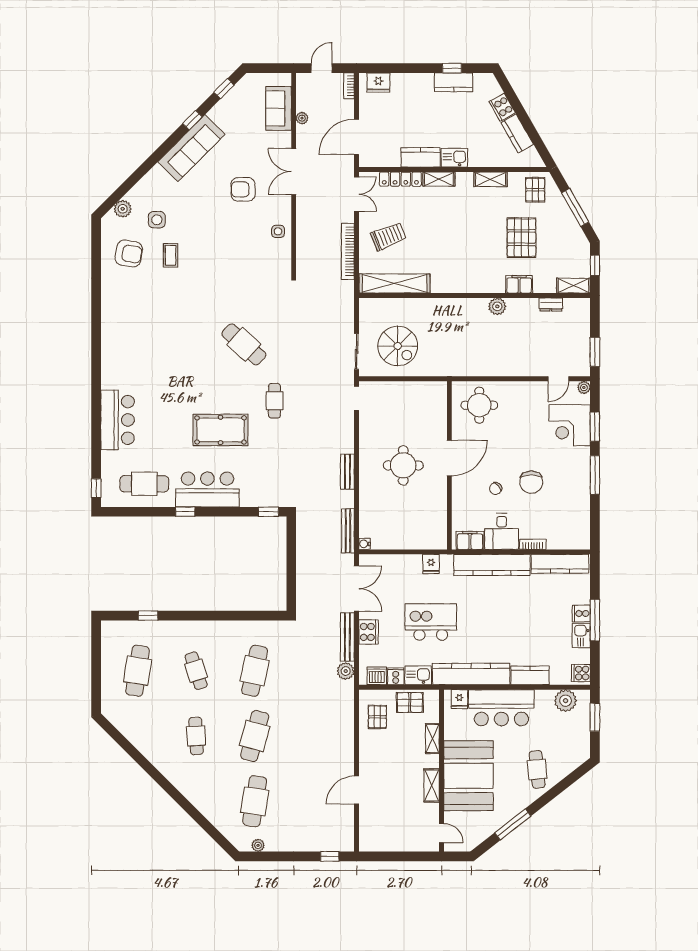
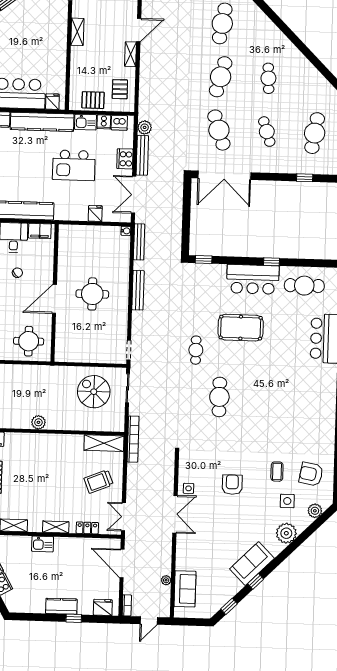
window: (452, 68) -> (74, 618), moved
kitchen counter: (454, 82) -> (61, 606), moved
door: (357, 137) -> (122, 564), swing flipped
sofa: (191, 148) -> (252, 564), width x0.73
kitchen counter: (421, 157) -> (70, 545), removed
double door: (294, 172) -> (175, 514), moved
locker: (400, 179) -> (87, 528), width x0.66
plant: (157, 180) -> (286, 533), added
armchair: (243, 189) -> (232, 485), moved, turned -90
bookcase: (348, 251) -> (133, 439), moved
shelving: (395, 283) -> (104, 443), width x0.68
plant: (497, 306) -> (38, 422), moved
cafe table: (244, 344) -> (219, 397), turned 48
bench: (347, 472) -> (138, 290), width x1.36
fridge: (431, 564) -> (95, 213), moved
double door: (246, 616) -> (224, 175), added
cafe table: (255, 671) -> (219, 130), turned -30
shelving: (432, 739) -> (130, 54), moved
booth: (468, 776) -> (47, 39), removed

